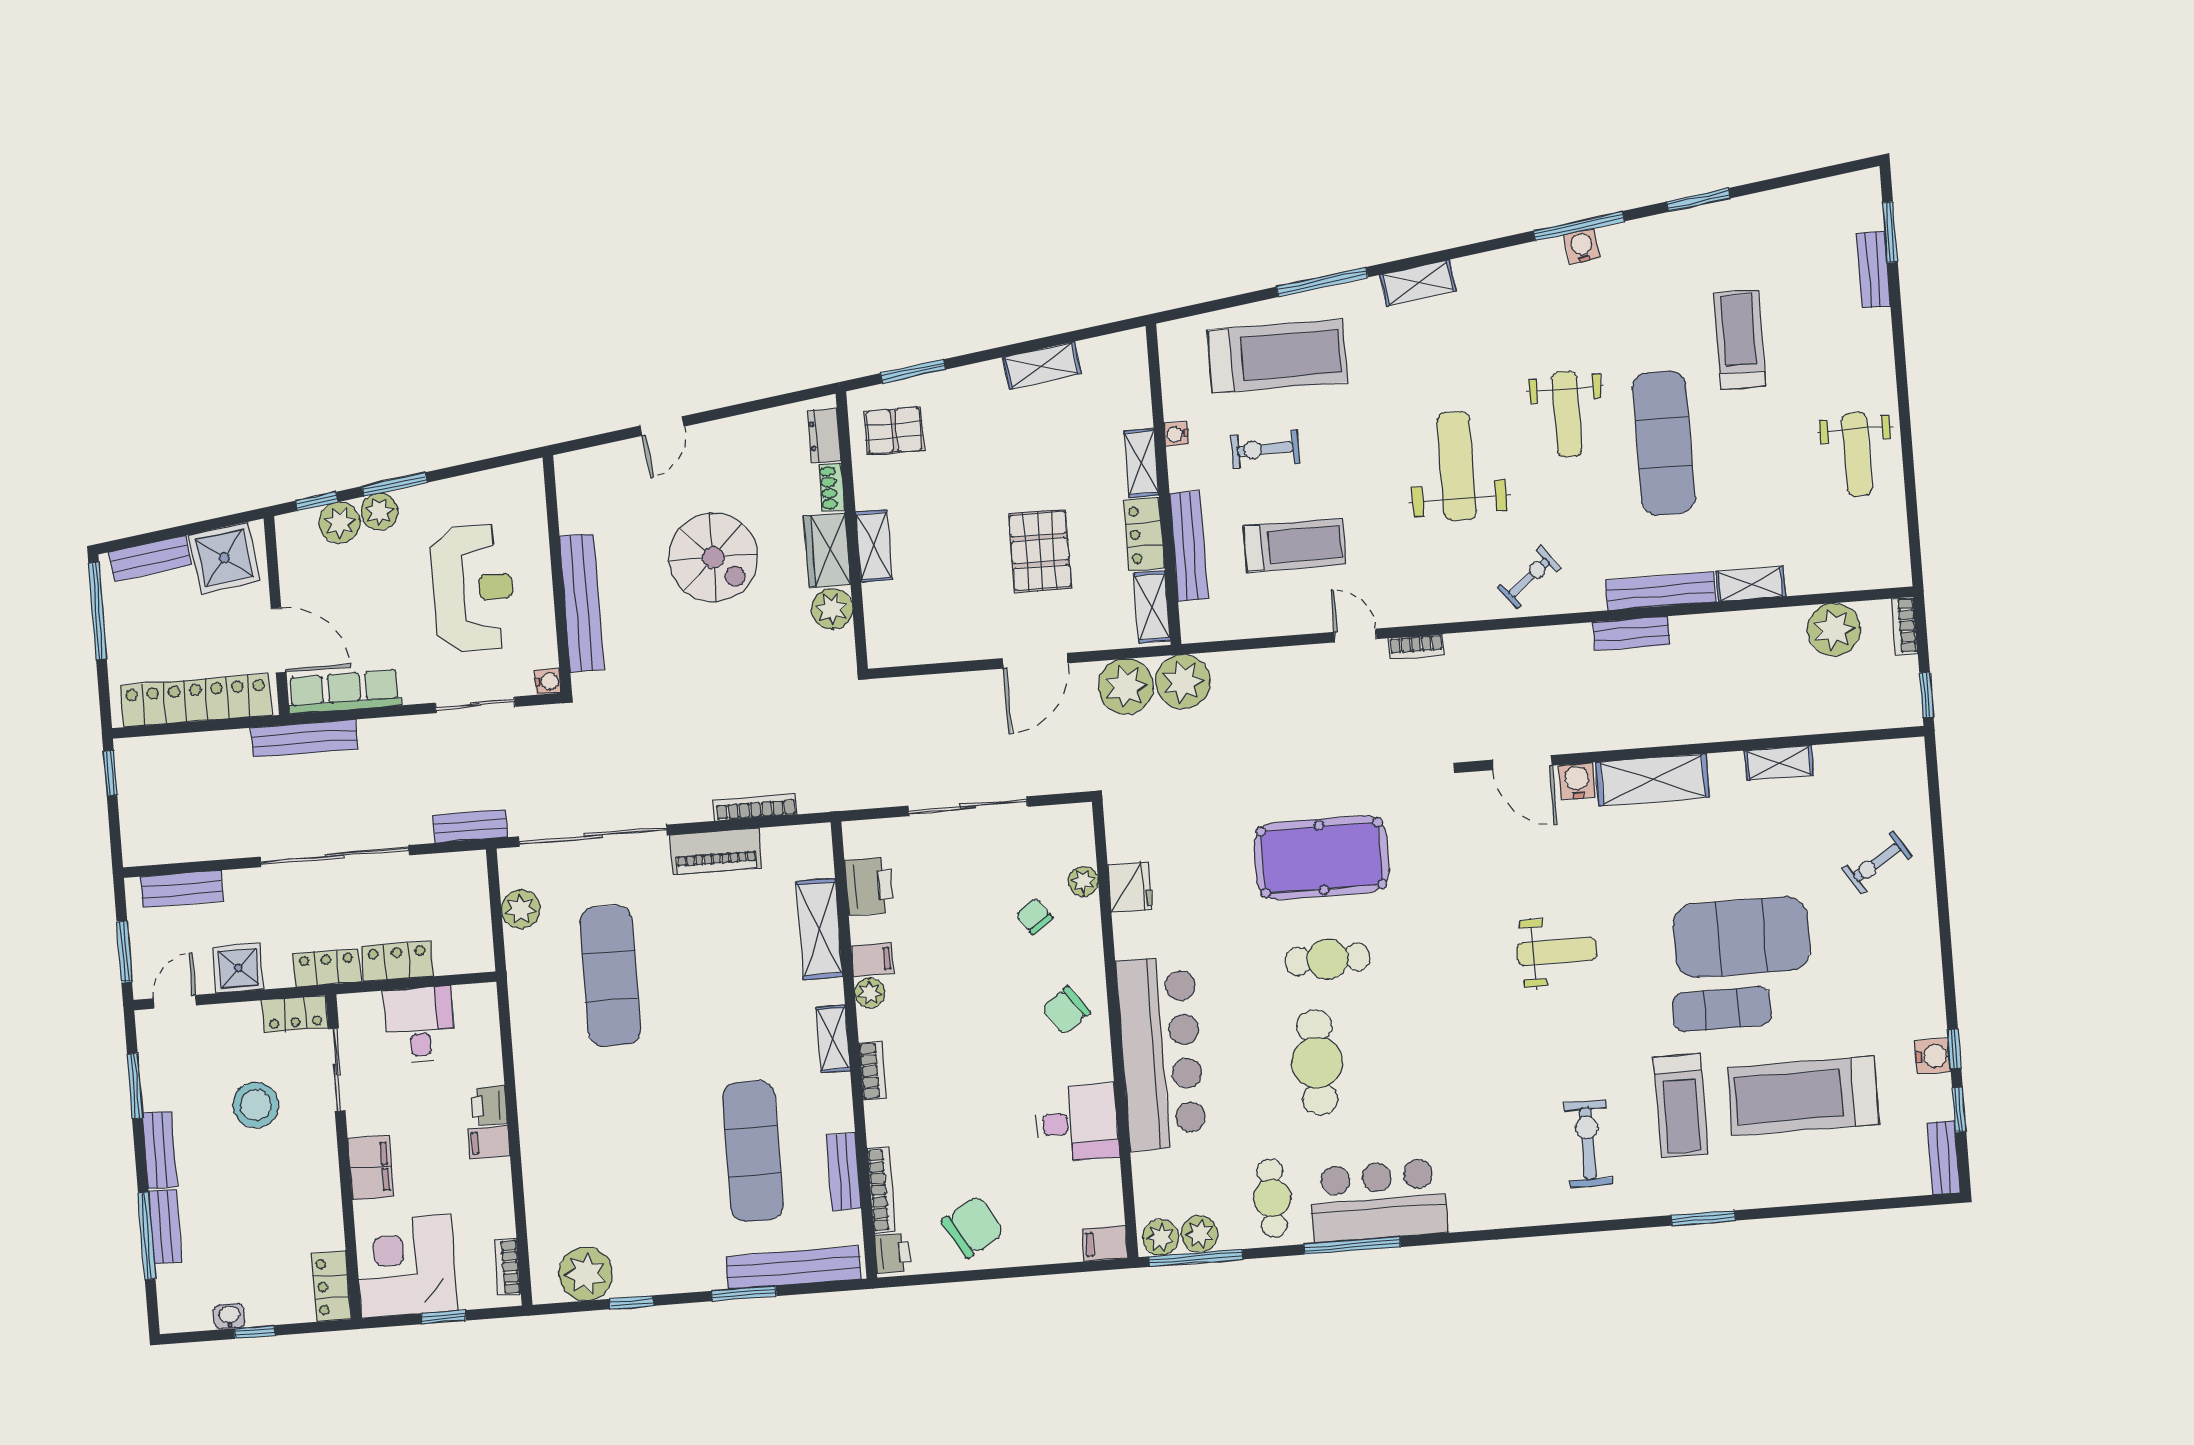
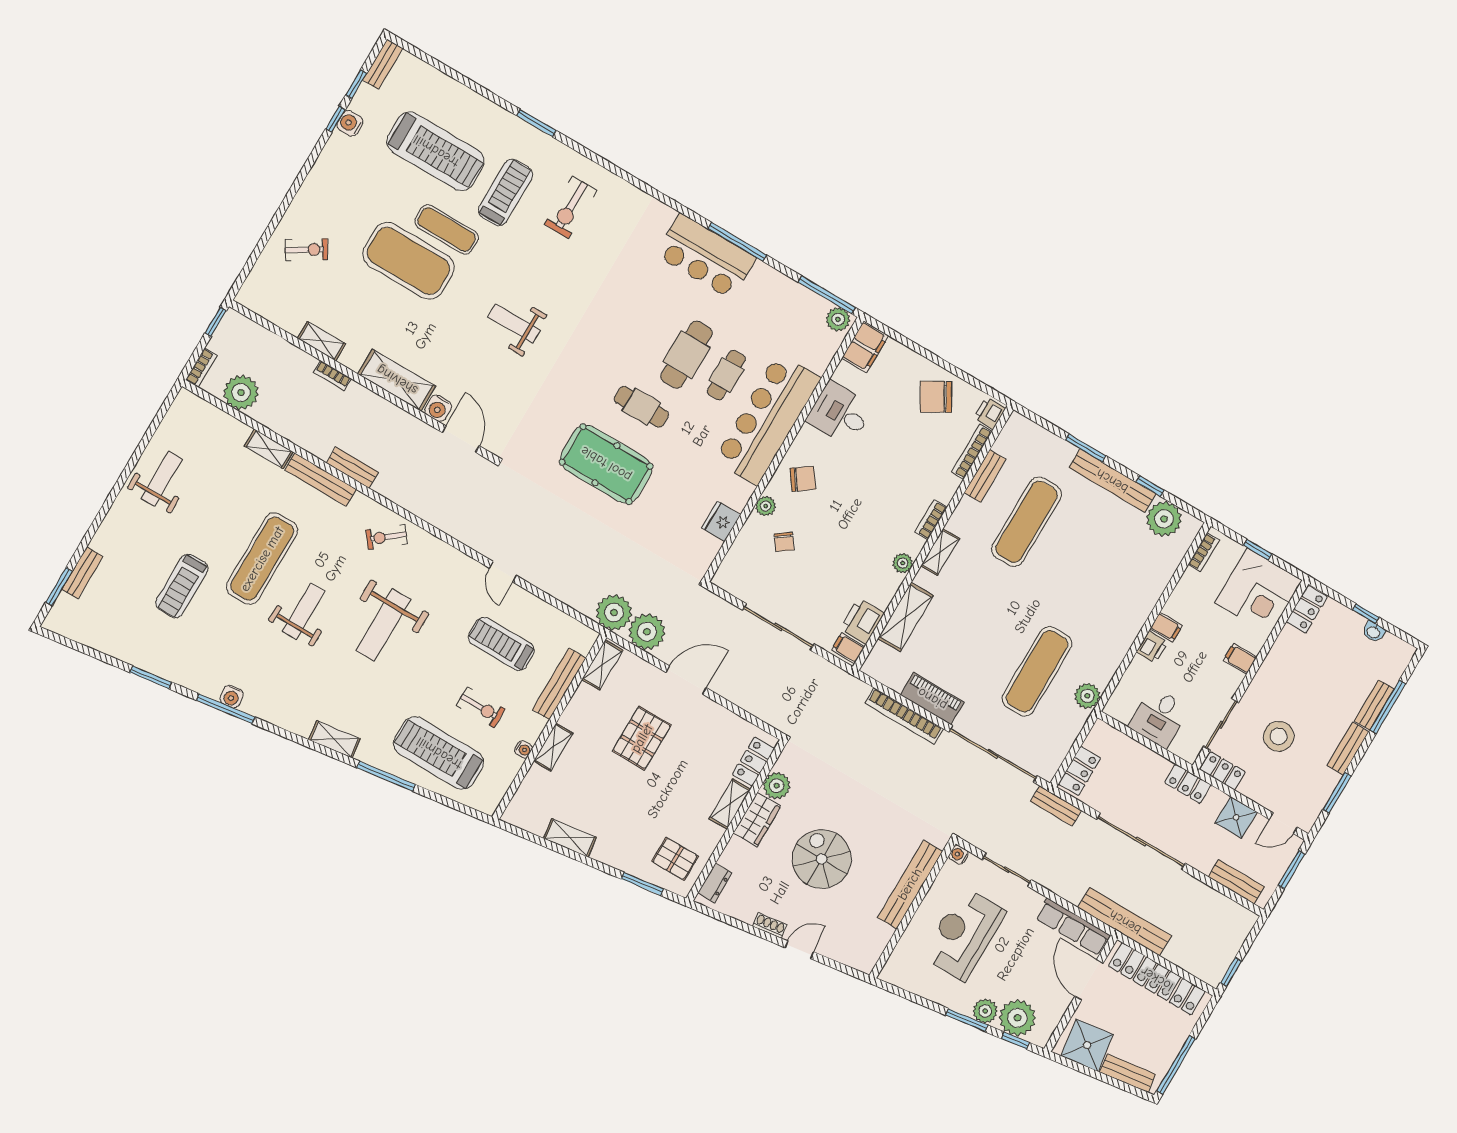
shoe rack: (832, 488) -> (770, 925), moved, turned -98
plant: (339, 523) -> (1017, 1018), width x1.36, depth x1.36
locker: (1144, 534) -> (754, 761), moved, turned 180
bookcase: (1416, 647) -> (332, 375), moved, turned 180
bench: (304, 738) -> (1125, 922), width x1.37, depth x1.21
bookcase: (755, 807) -> (904, 716), width x1.48, depth x1.31
plant: (1083, 881) -> (766, 506), moved
plant: (521, 909) -> (1087, 696), moved
filing cabinet: (873, 960) -> (848, 648), moved
locker: (397, 961) -> (1080, 771), moved, turned -90
filing cabinet: (370, 1167) -> (1240, 659), width x0.50
cafe table: (1272, 1198) -> (726, 375), moved
plant: (1200, 1234) -> (816, 306), removed
filing cabinet: (1105, 1243) -> (865, 347), width x2.00
bench: (793, 1268) -> (1112, 481), moved

